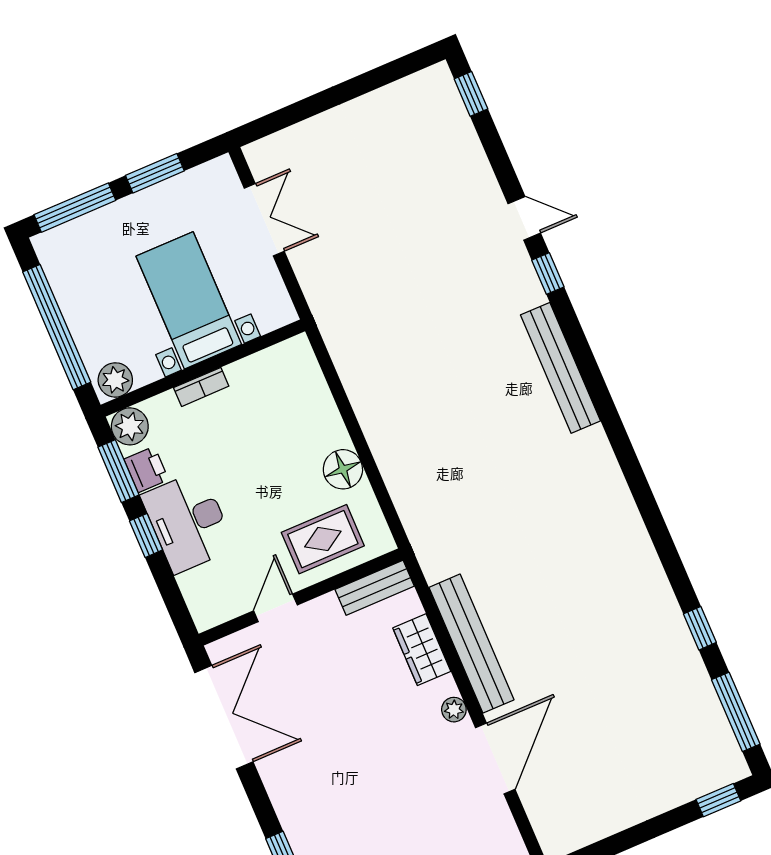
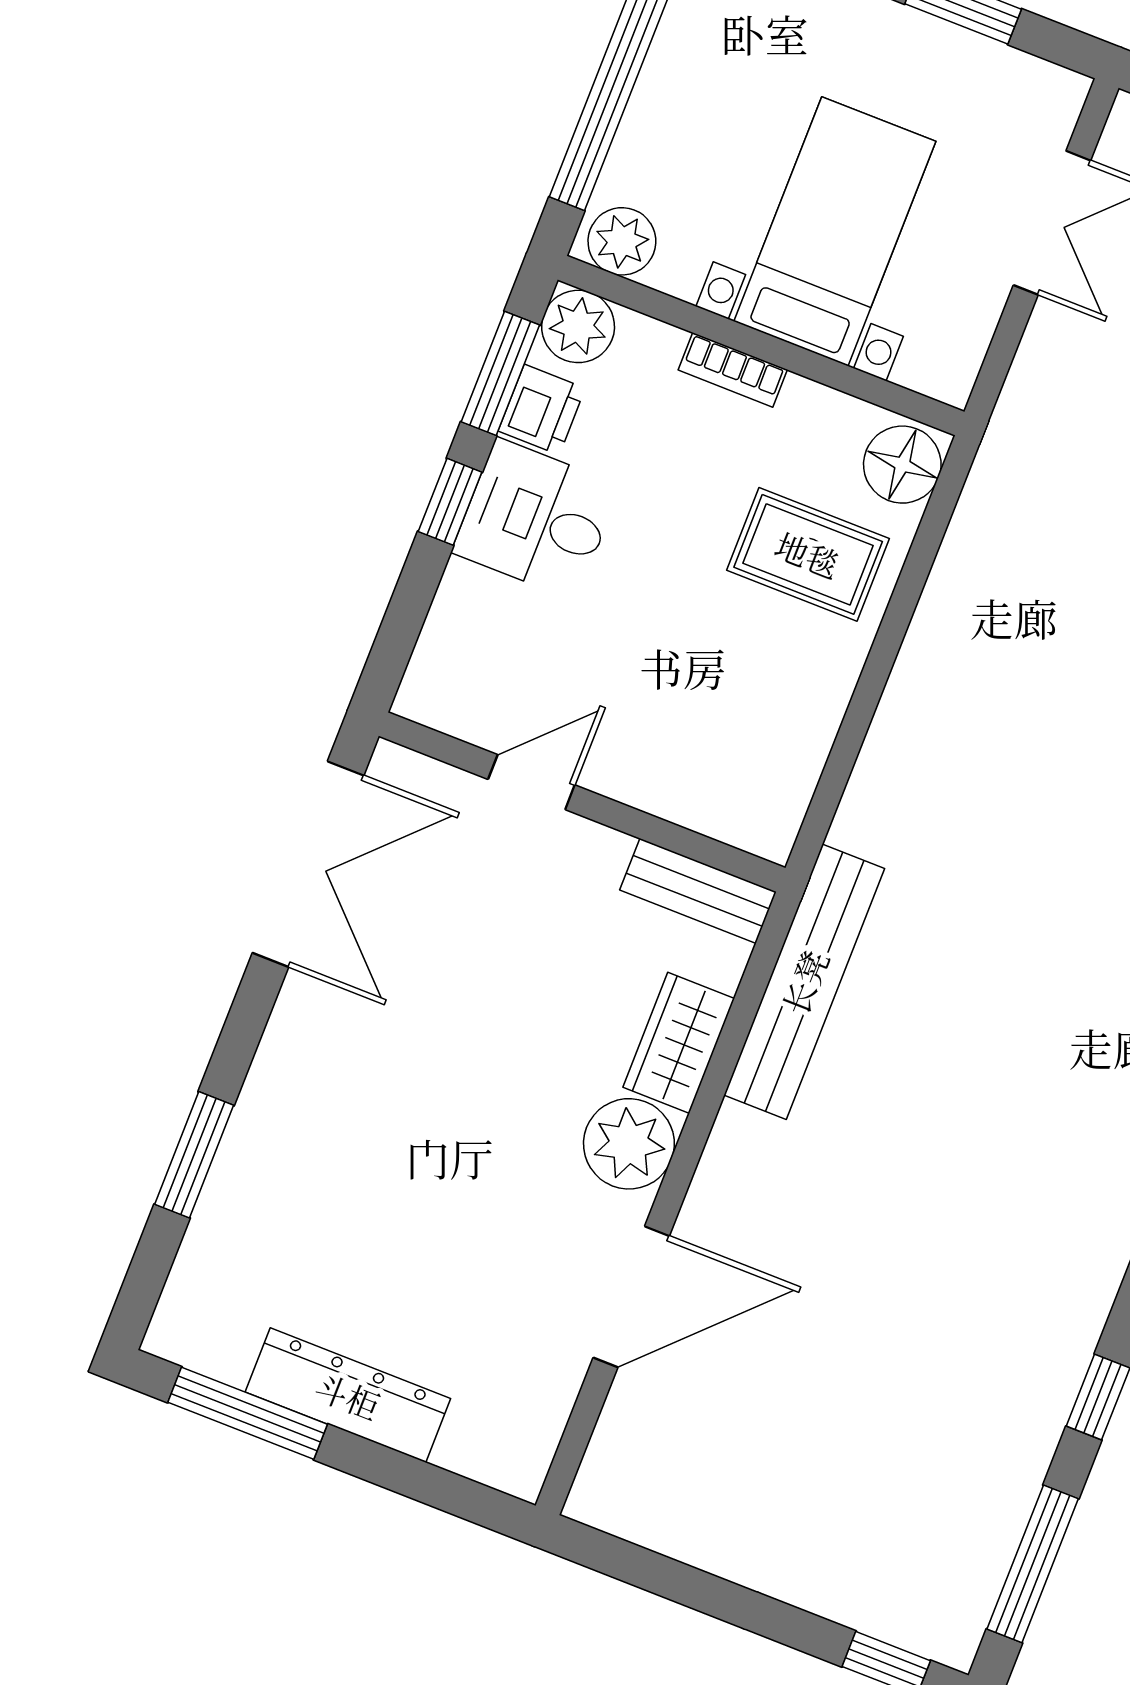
floor lamp: (343, 469) -> (902, 465), moved
desk: (188, 522) -> (536, 519), width x0.73
rug: (323, 539) -> (808, 554), moved
bench: (471, 644) -> (804, 982), moved
plant: (454, 710) -> (629, 1144), width x1.88, depth x1.88

